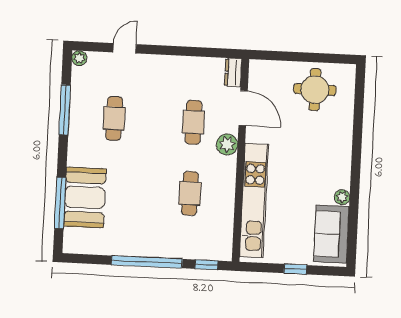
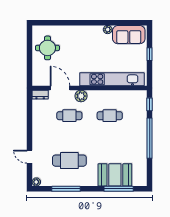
door: (243, 108) -> (60, 88), hinge flipped
cafe table: (114, 118) -> (69, 161), width x1.37, depth x1.35

